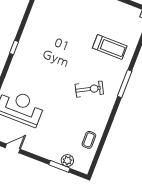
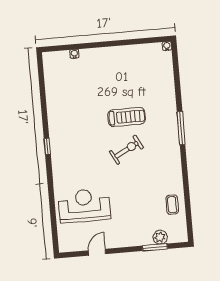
treadmill: (110, 47) -> (127, 117), moved
exercise bike: (89, 89) -> (127, 150), moved

